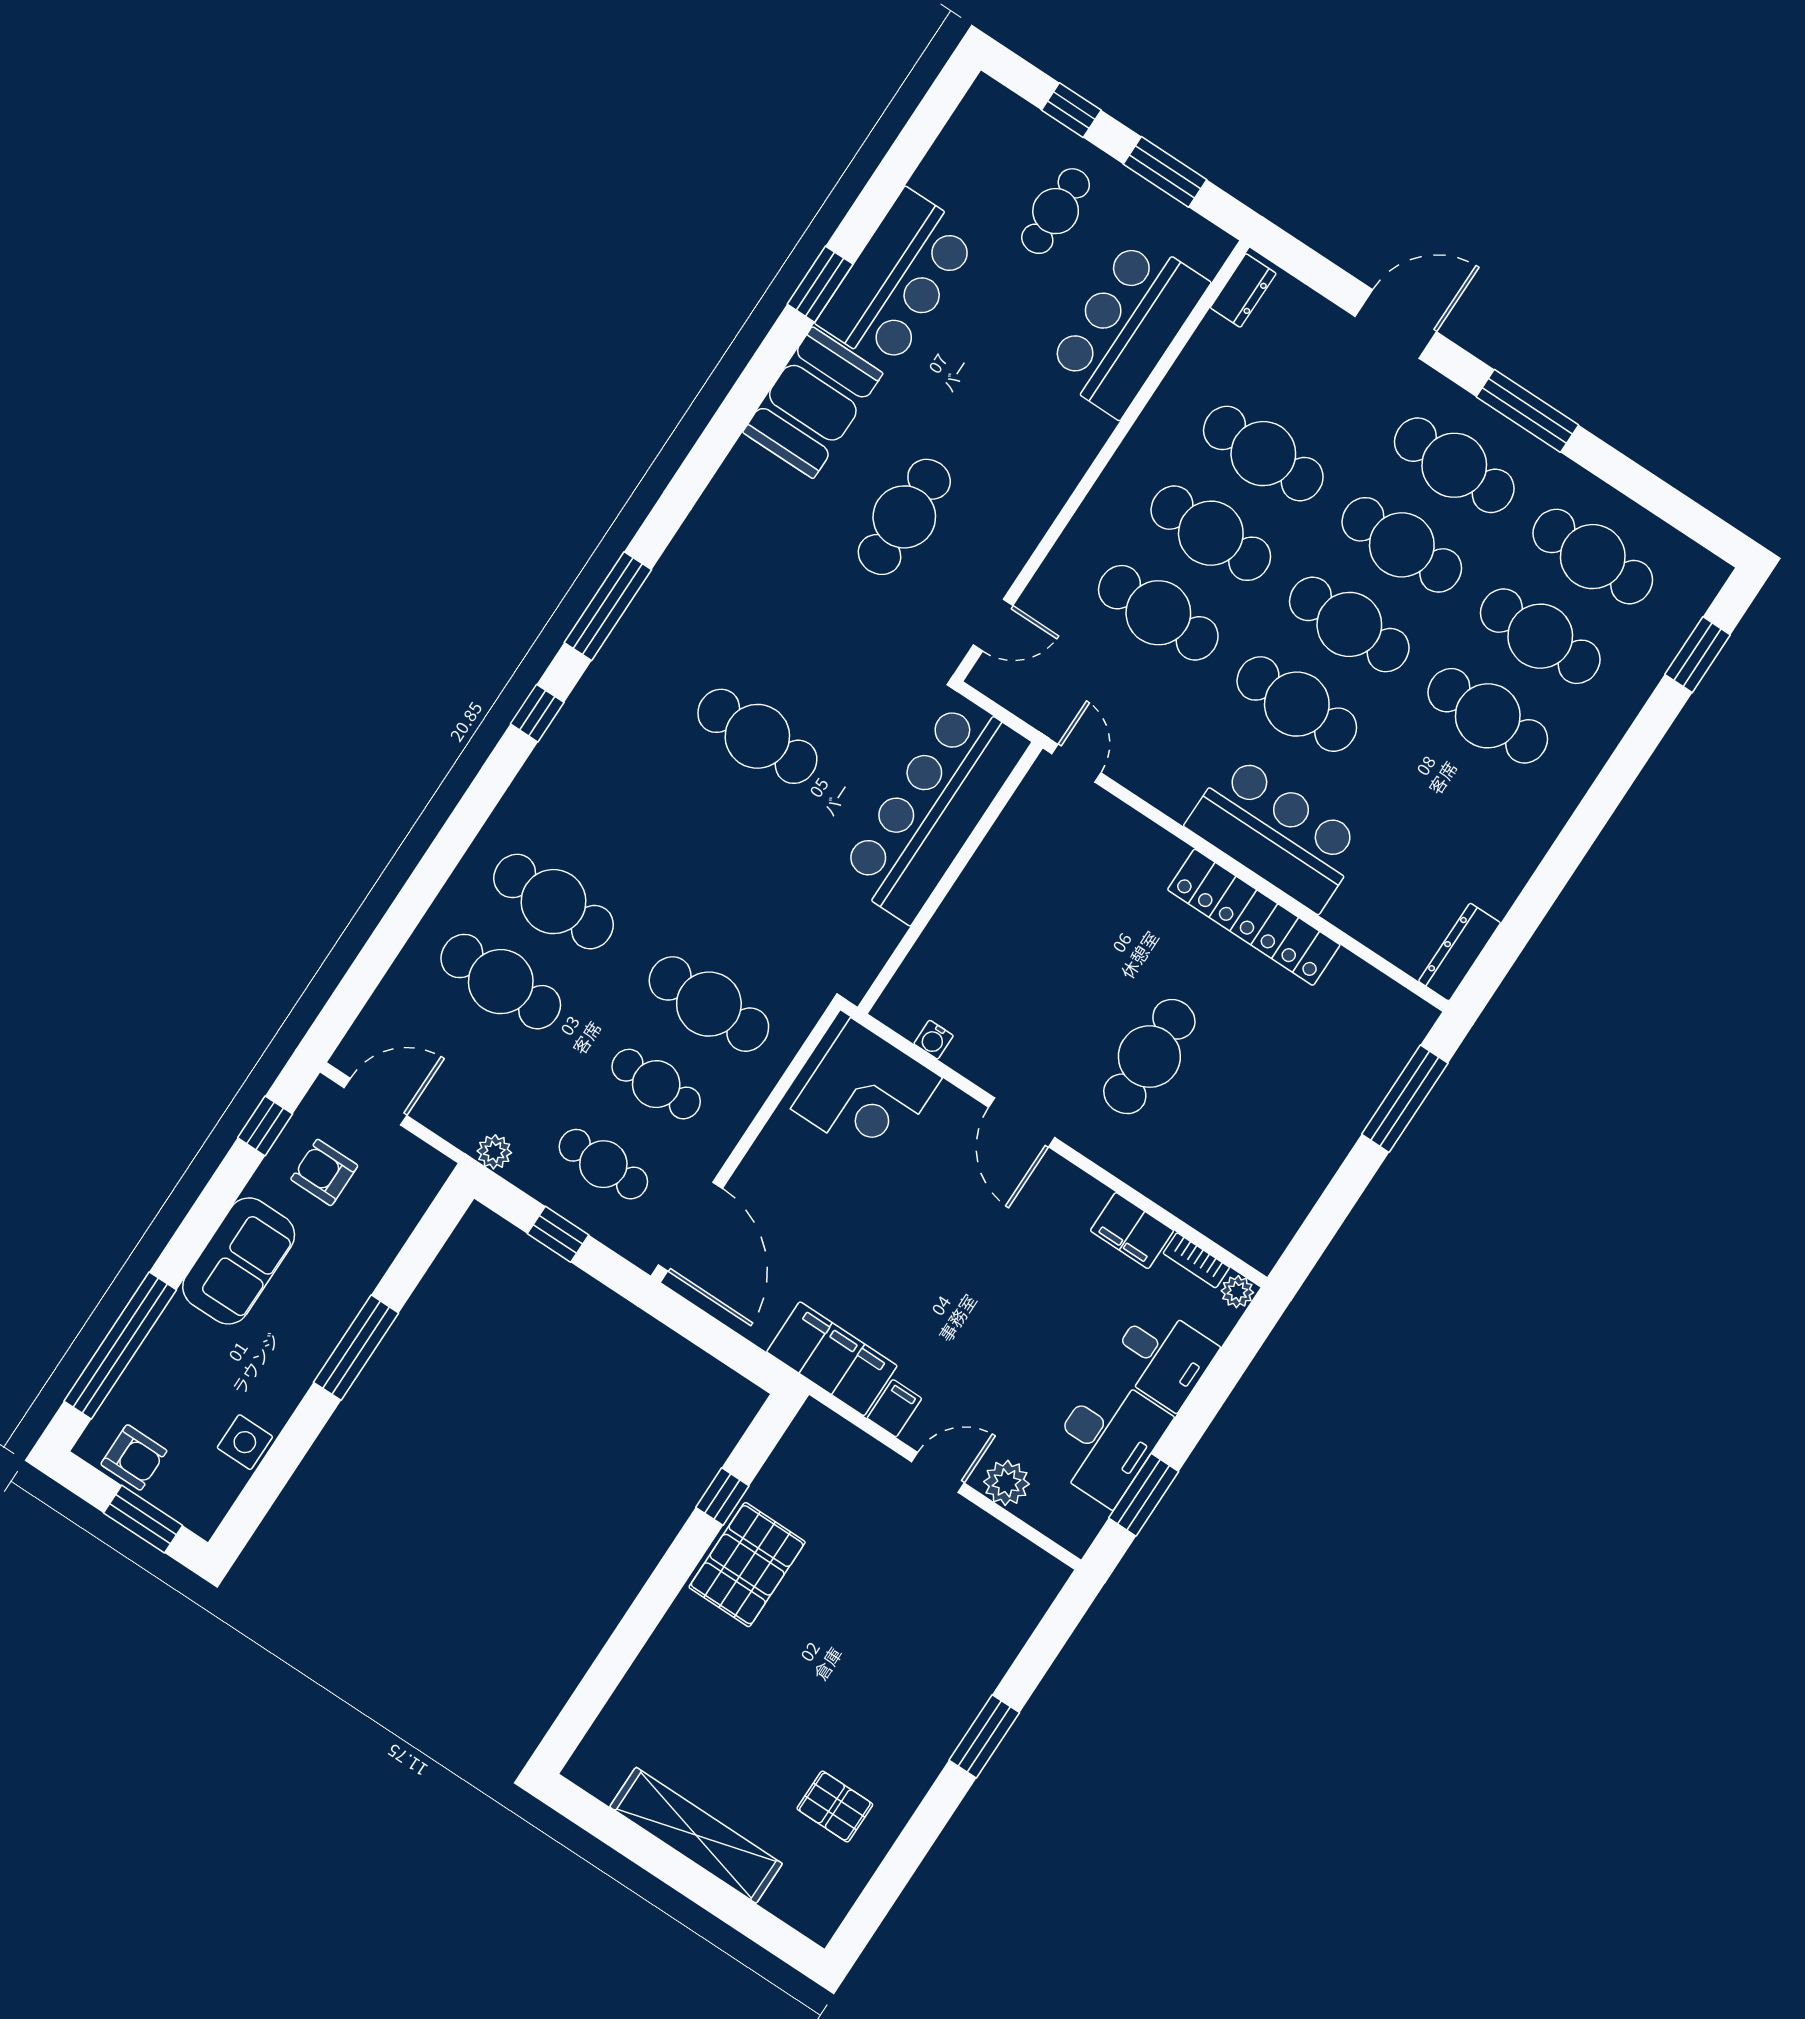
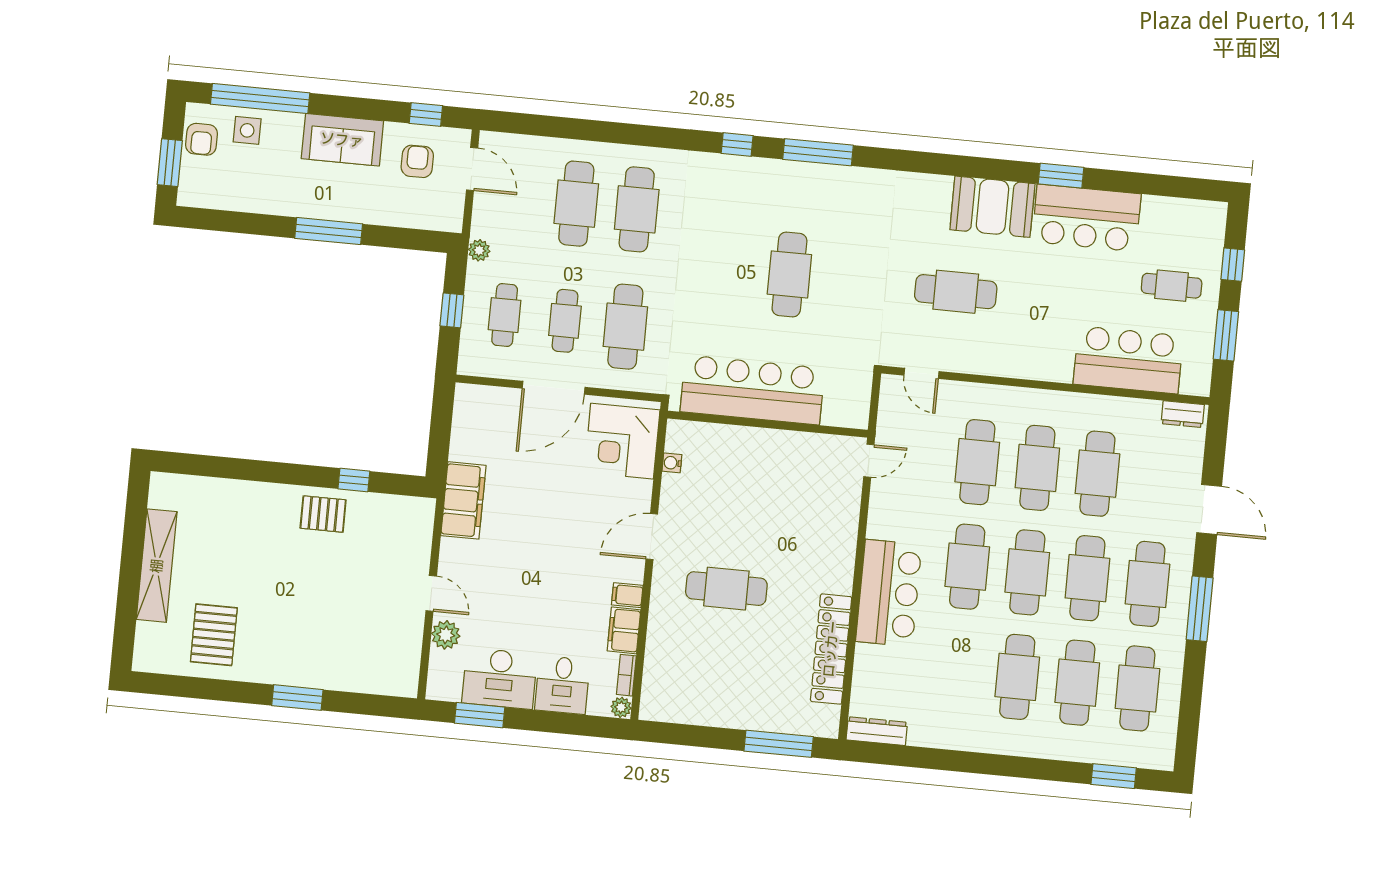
bar counter: (934, 809) -> (752, 390), moved
locker: (1254, 917) -> (831, 649), moved
door: (690, 1227) -> (554, 388), moved
filing cabinet: (894, 1408) -> (627, 595), moved, turned 180
side table: (245, 1442) -> (247, 130), moved
pallet: (747, 1565) -> (323, 514), width x0.67, depth x0.71
pallet: (835, 1807) -> (214, 635), width x1.50, depth x1.42

